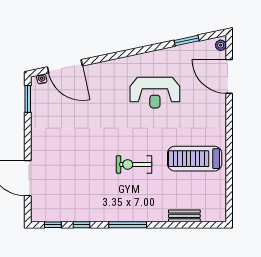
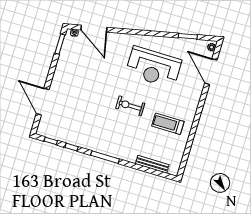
reception desk: (155, 93) -> (154, 67), width x1.36, depth x1.30
treadmill: (195, 159) -> (168, 124), width x0.73, depth x0.73
exercise bike: (134, 164) -> (130, 106), moved
bench: (184, 216) -> (152, 164), width x1.36

